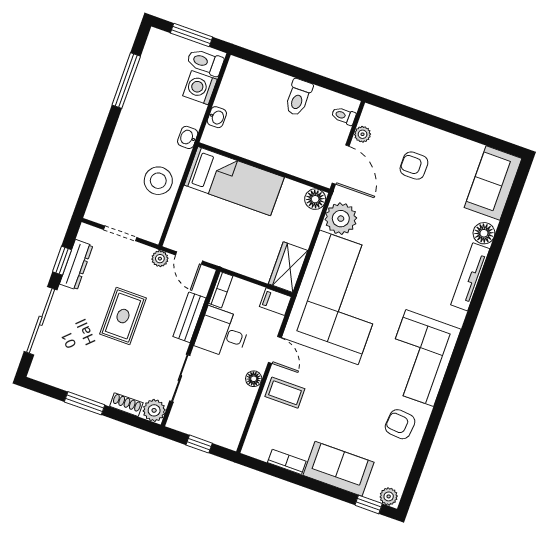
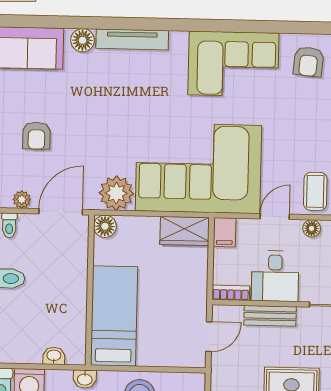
plant: (160, 259) -> (220, 366), removed

